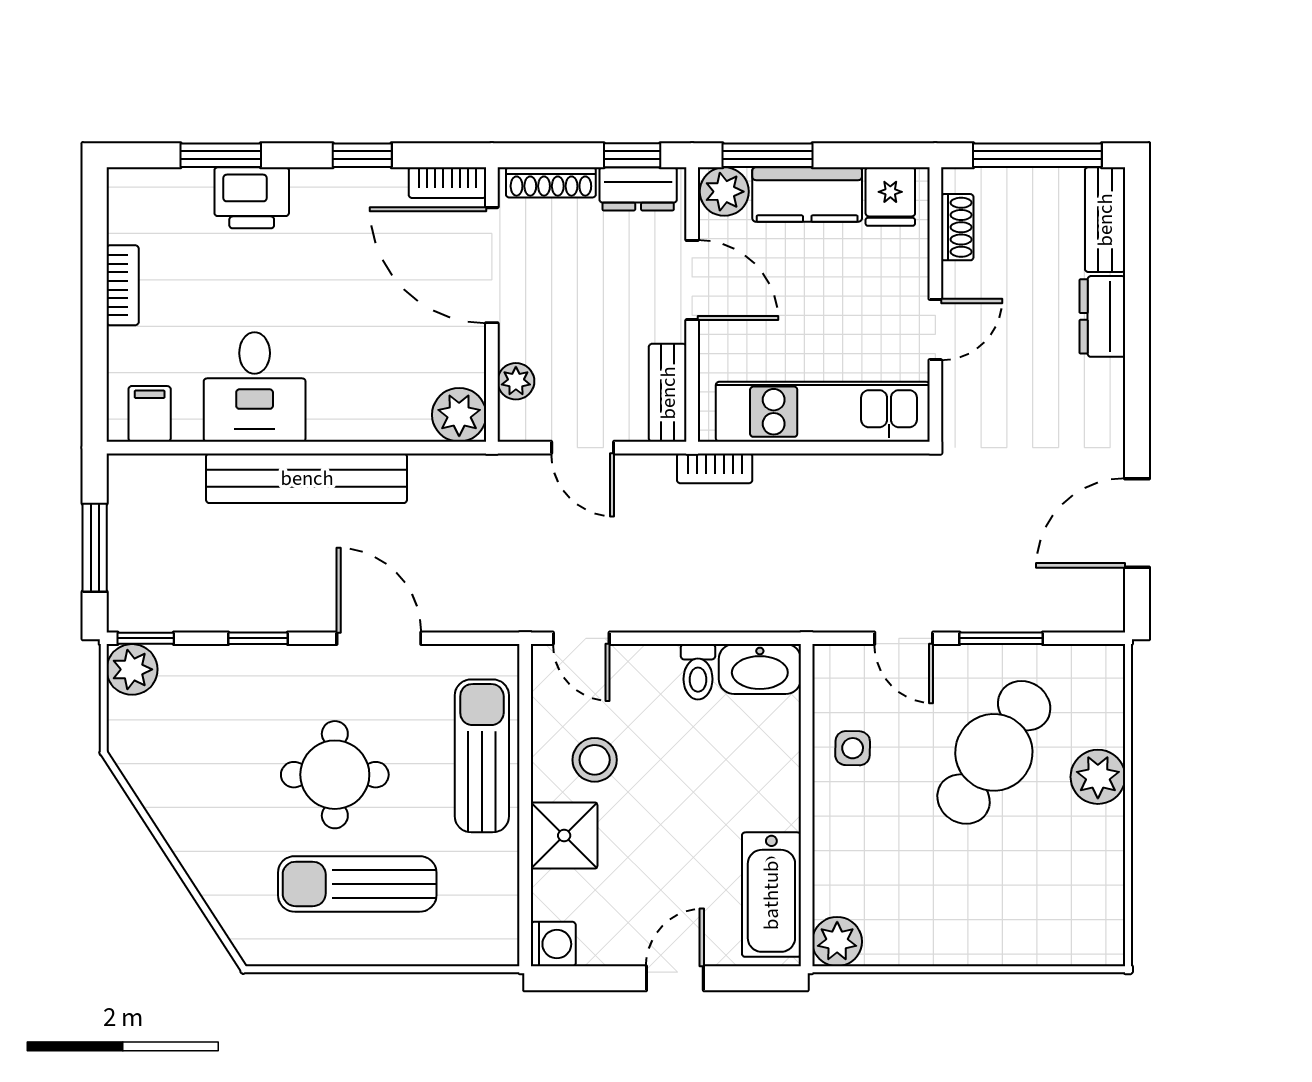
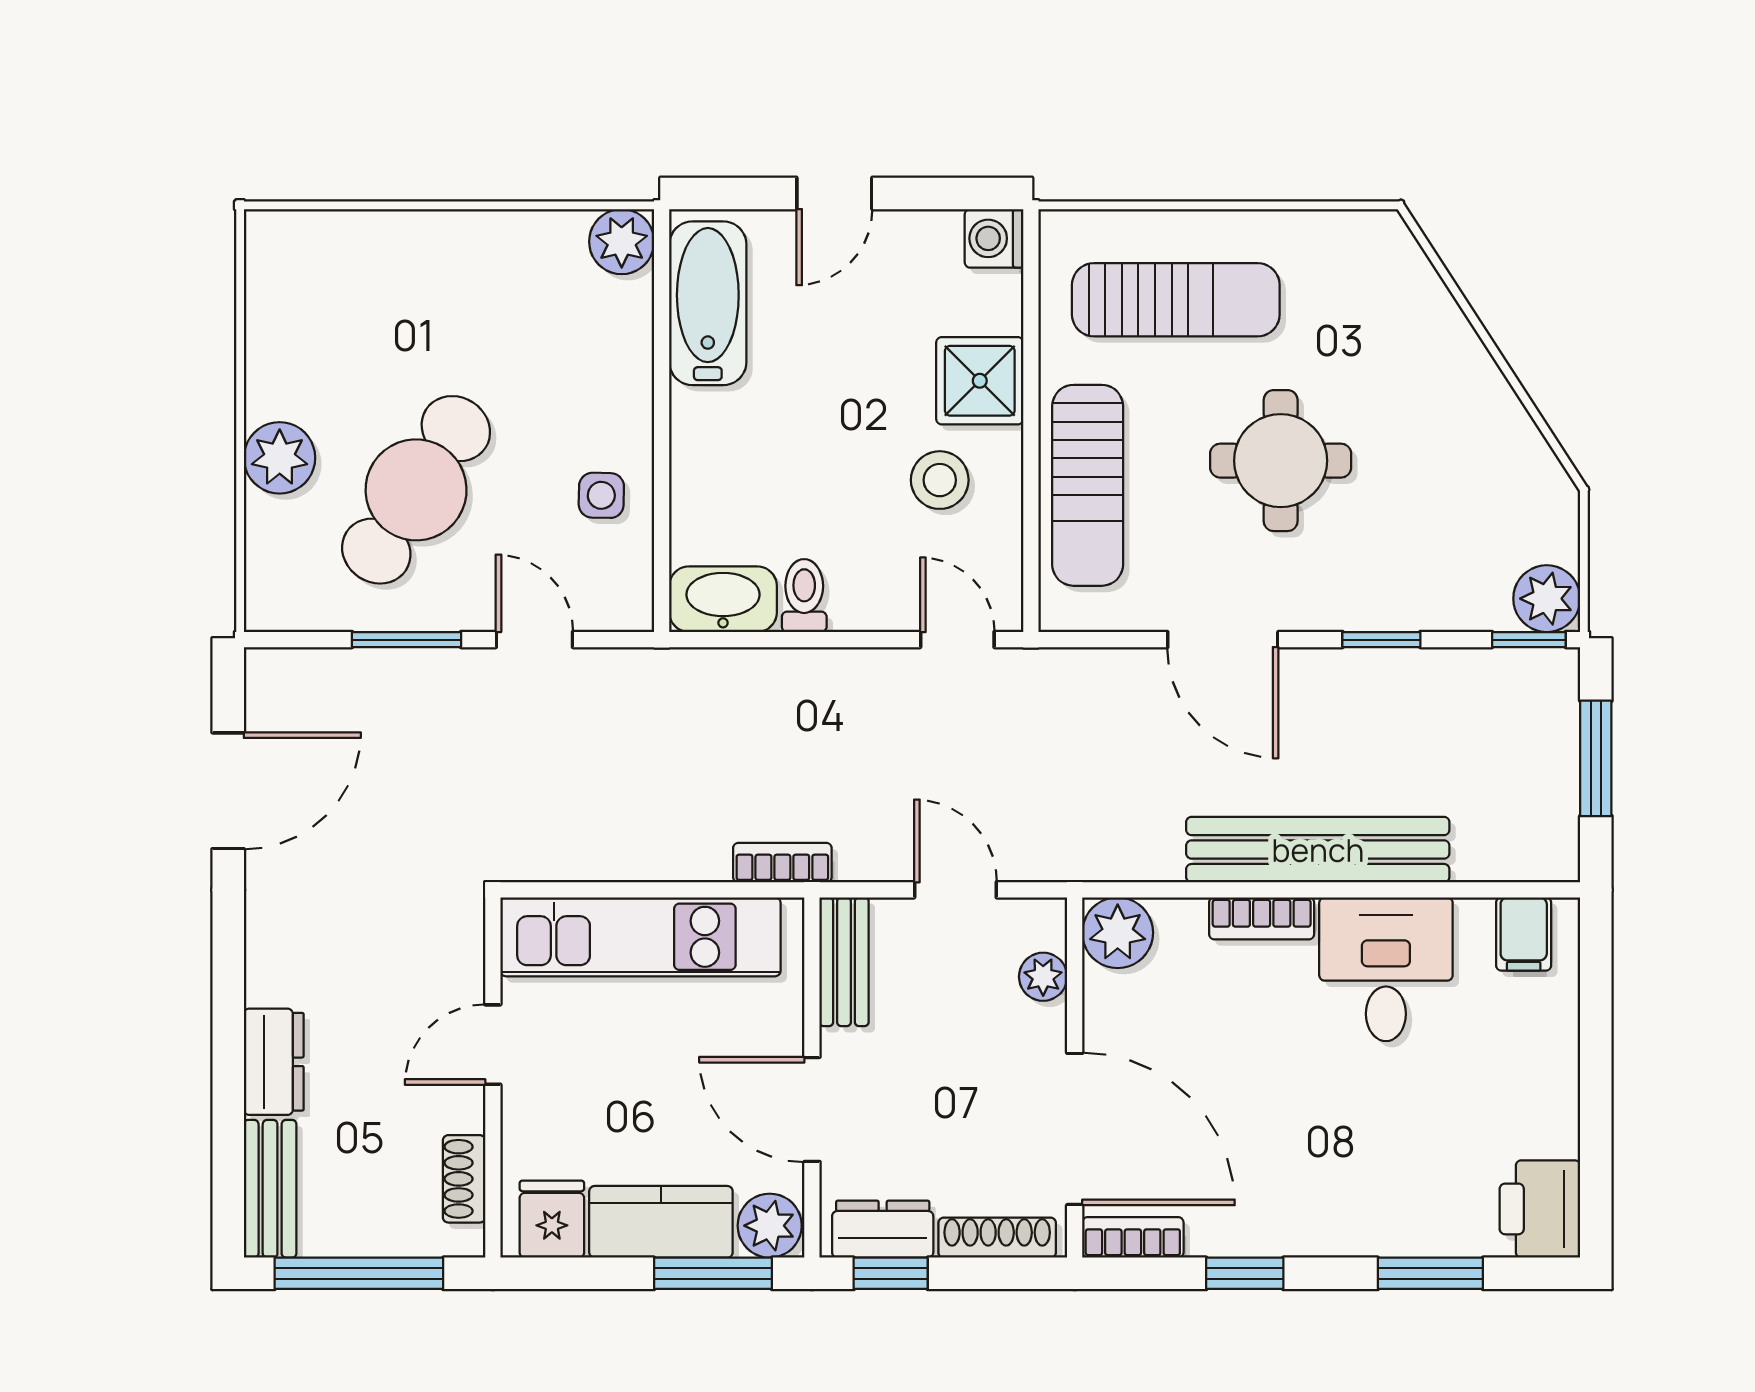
printer: (252, 198) -> (1540, 1209), moved, turned -90
bookcase: (123, 285) -> (1262, 918), moved, turned -90
sun lounger: (357, 884) -> (1176, 300), moved

